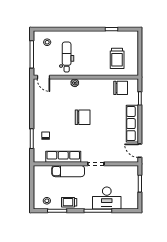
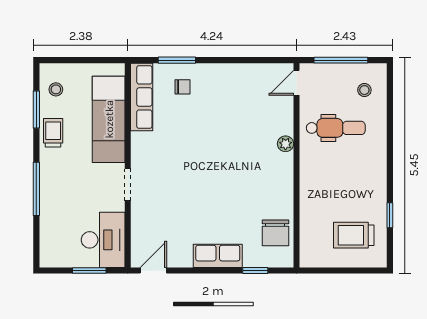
trolley: (117, 58) -> (354, 235), moved
chair: (83, 117) -> (218, 159), removed
row of seats: (132, 124) -> (218, 256), width x0.68
row of seats: (63, 157) -> (142, 97), moved
exam couch: (68, 171) -> (109, 119), width x1.36, depth x1.45
desk: (107, 198) -> (103, 240), moved, turned 180

